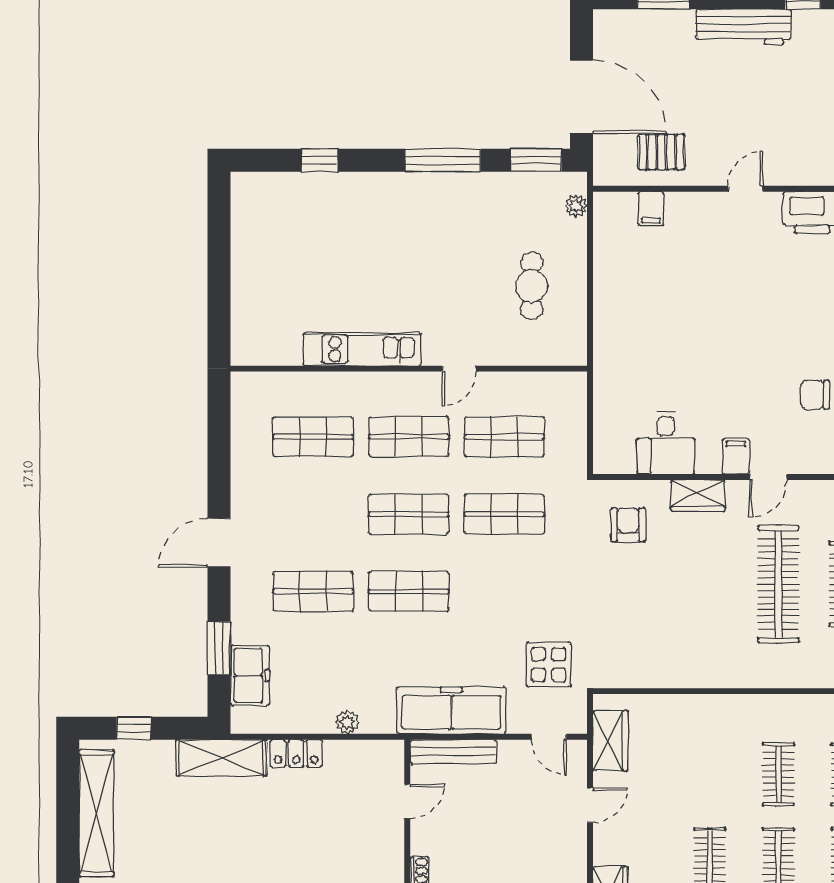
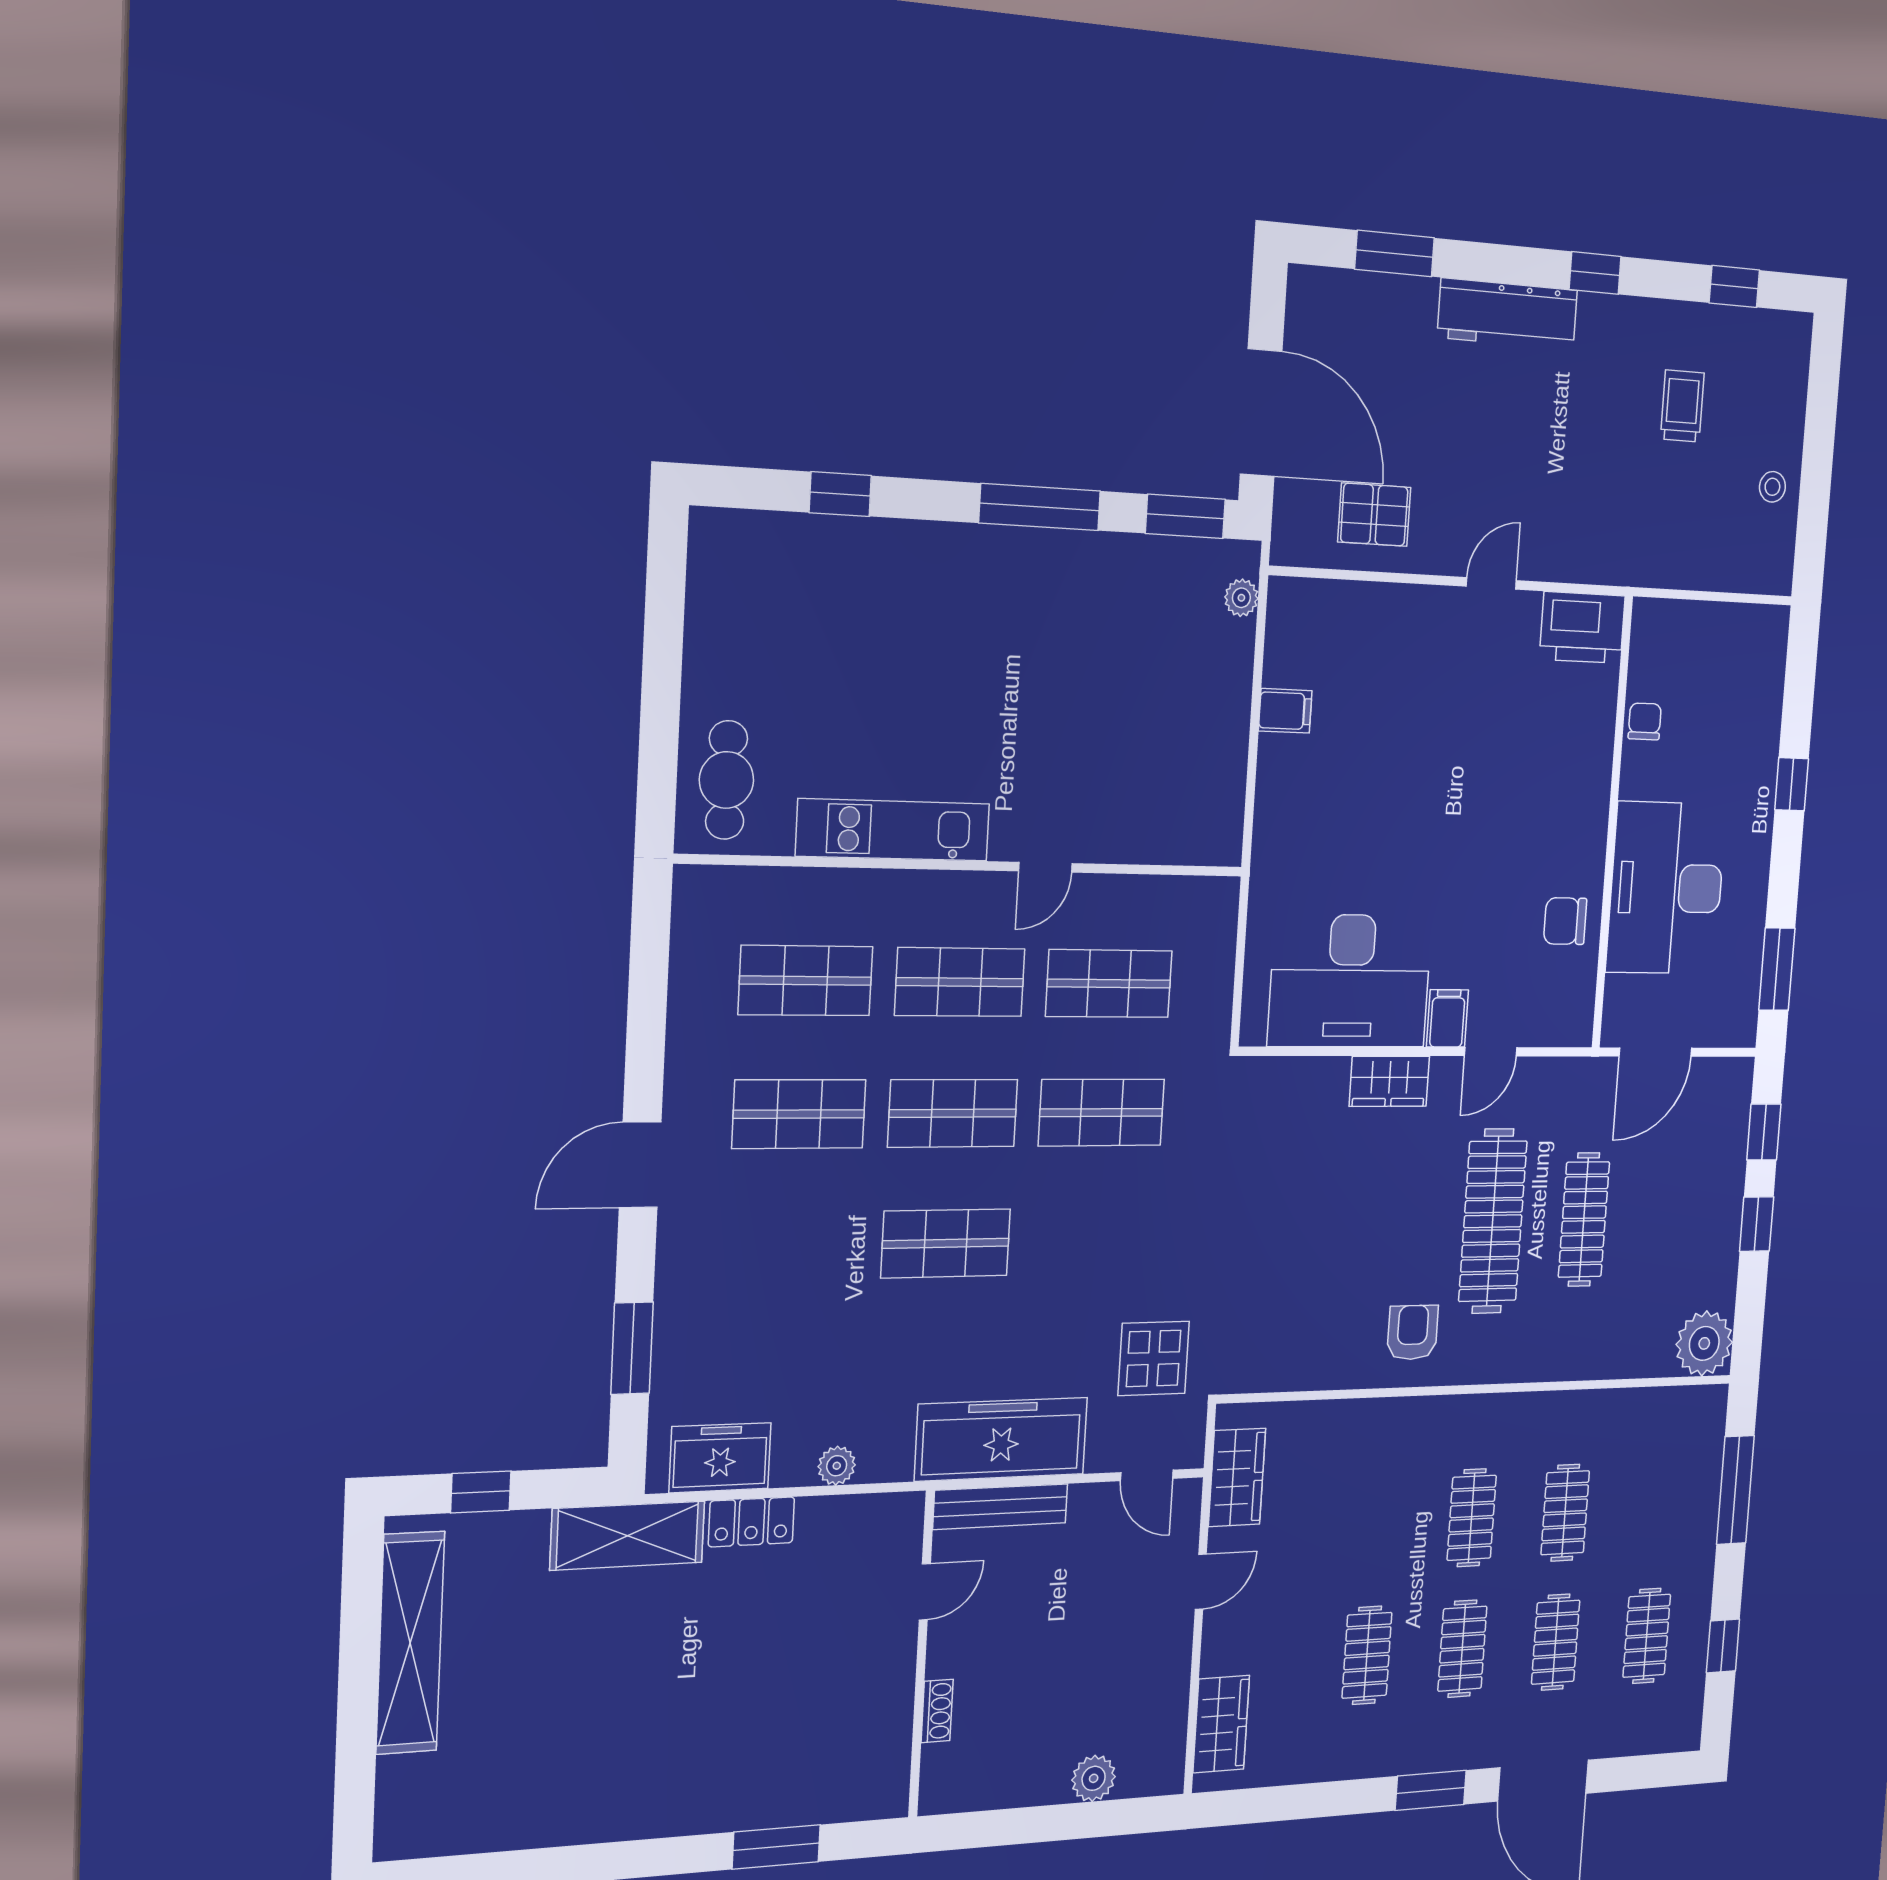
filing cabinet: (651, 209) -> (1285, 711), moved, turned -90
cafe table: (532, 286) -> (726, 780), moved
desk: (666, 443) -> (1350, 981), width x1.87, depth x1.30
armchair: (628, 525) -> (1413, 1333), moved
shop shelf: (313, 591) -> (799, 1114), moved
freezer: (250, 675) -> (720, 1458), moved, turned -90

